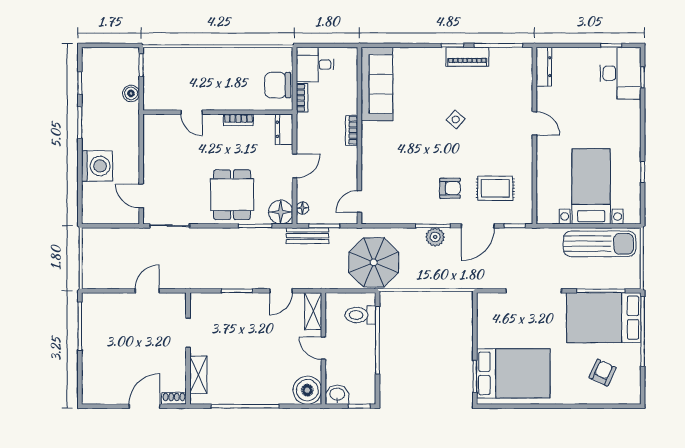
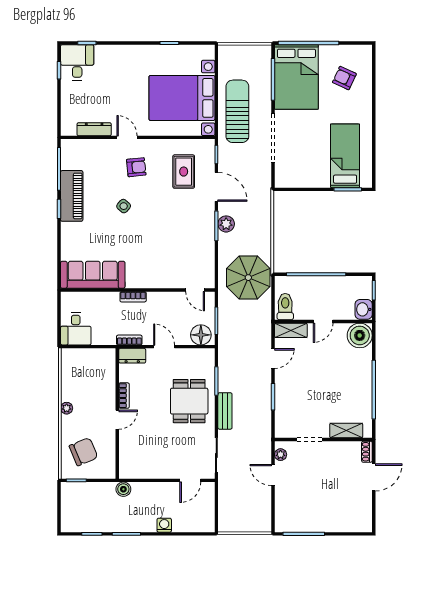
plant: (224, 54) -> (67, 408), added
piano: (467, 57) -> (72, 196), width x1.37, depth x1.33
dresser: (544, 67) -> (94, 129), moved
desk: (620, 73) -> (77, 62), width x0.73
chair: (278, 85) -> (83, 452), moved, turned -113
boiler: (131, 93) -> (123, 489), moved
bookcase: (302, 98) -> (129, 340), moved
door: (192, 112) -> (117, 420), moved
door: (534, 123) -> (127, 137), hinge flipped
washing machine: (97, 166) -> (164, 525), width x0.53, depth x0.53
bed with nightstands: (591, 186) -> (182, 98), width x1.36
armchair: (450, 188) -> (136, 167), moved, turned 84
dining table: (232, 195) -> (189, 401), turned 90
floor lamp: (302, 208) -> (201, 335), width x1.89, depth x1.89
floor lamp: (281, 212) -> (204, 359), removed
bench: (307, 236) -> (225, 411), moved
sun lounger: (600, 244) -> (237, 111), moved
door: (281, 291) -> (273, 358), hinge flipped
plant: (171, 299) -> (281, 455), added
toilet: (360, 315) -> (285, 307), moved, turned 180
bed: (513, 373) -> (345, 156), width x0.67
door: (145, 406) -> (374, 477), swing flipped

